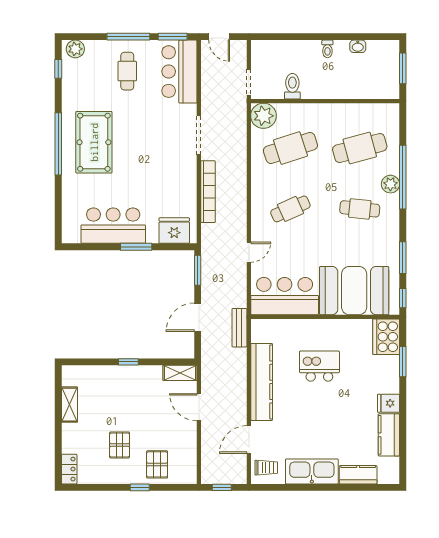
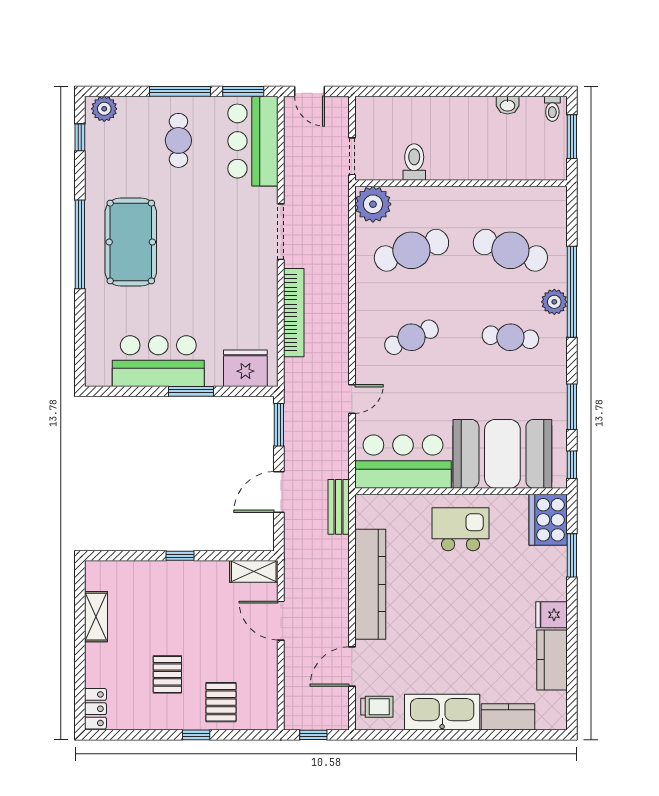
toilet: (327, 49) -> (552, 109), moved
cafe table: (360, 148) -> (510, 250), turned 33
kitchen island: (319, 366) -> (461, 529), moved

